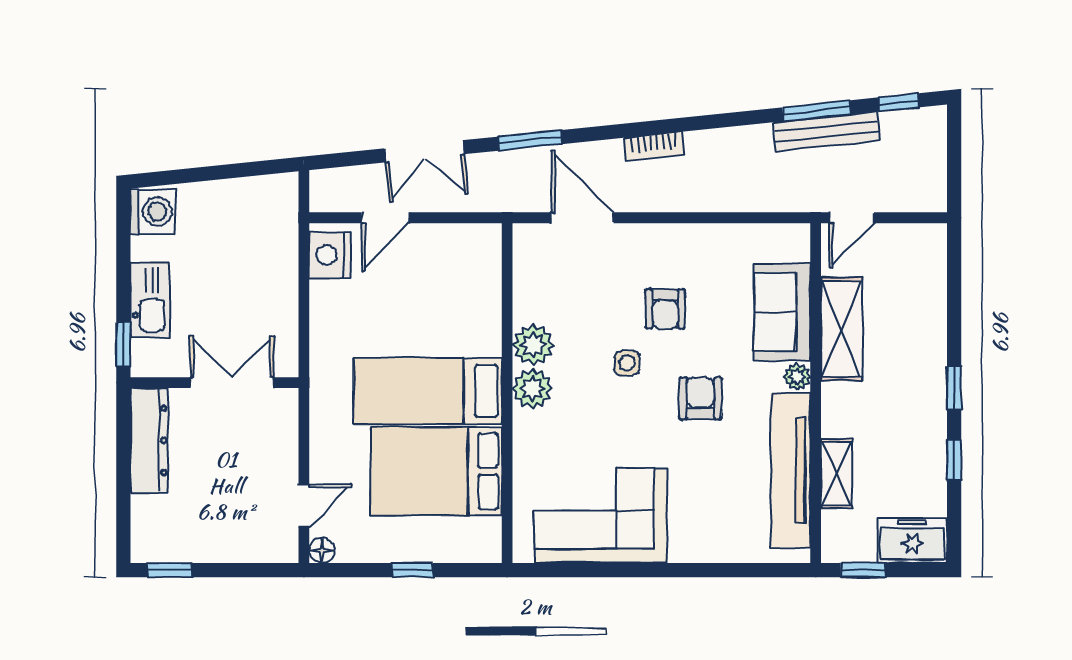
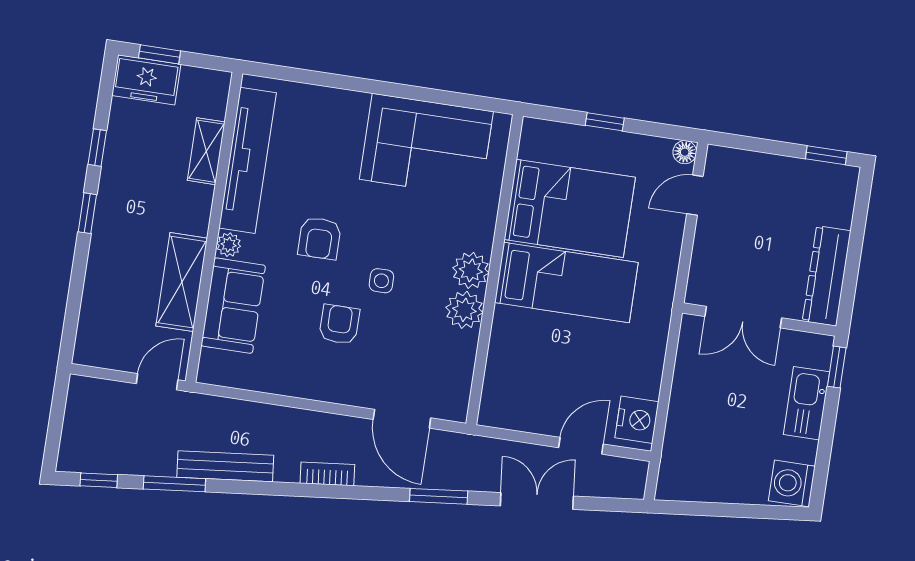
bench: (827, 131) -> (225, 466), moved
window: (863, 570) -> (160, 54), moved

